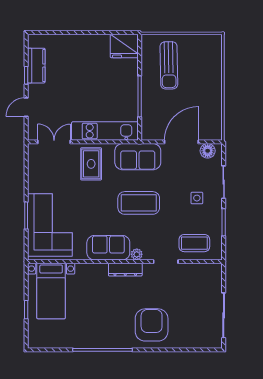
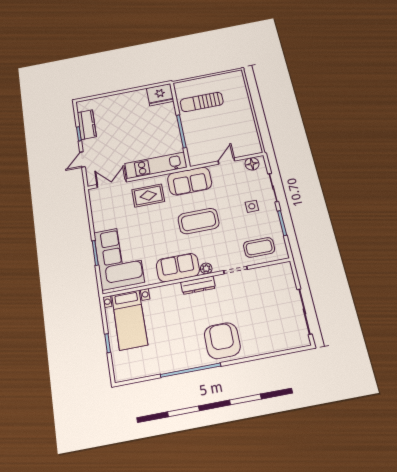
sun lounger: (169, 65) -> (202, 102), turned 91
door: (181, 142) -> (226, 161), width x0.53
rug: (91, 164) -> (148, 195), turned 90
armchair: (152, 325) -> (222, 341), moved

